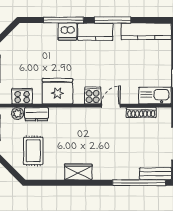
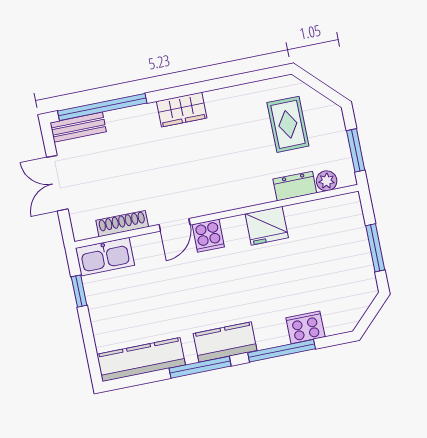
dishwasher: (67, 32) -> (271, 333), removed
fridge: (57, 91) -> (267, 226), width x0.73, depth x0.75
cooker: (22, 96) -> (305, 327), moved, turned 180
wardrobe: (78, 172) -> (182, 110), moved

